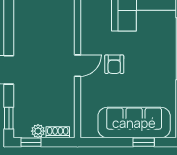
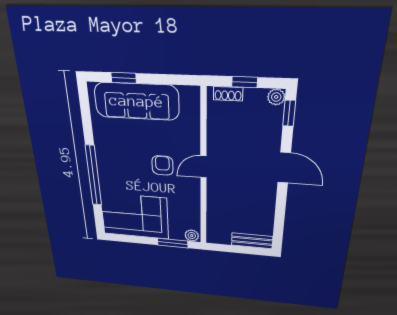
plant: (38, 131) -> (276, 97), moved
window: (31, 142) -> (245, 82), moved

